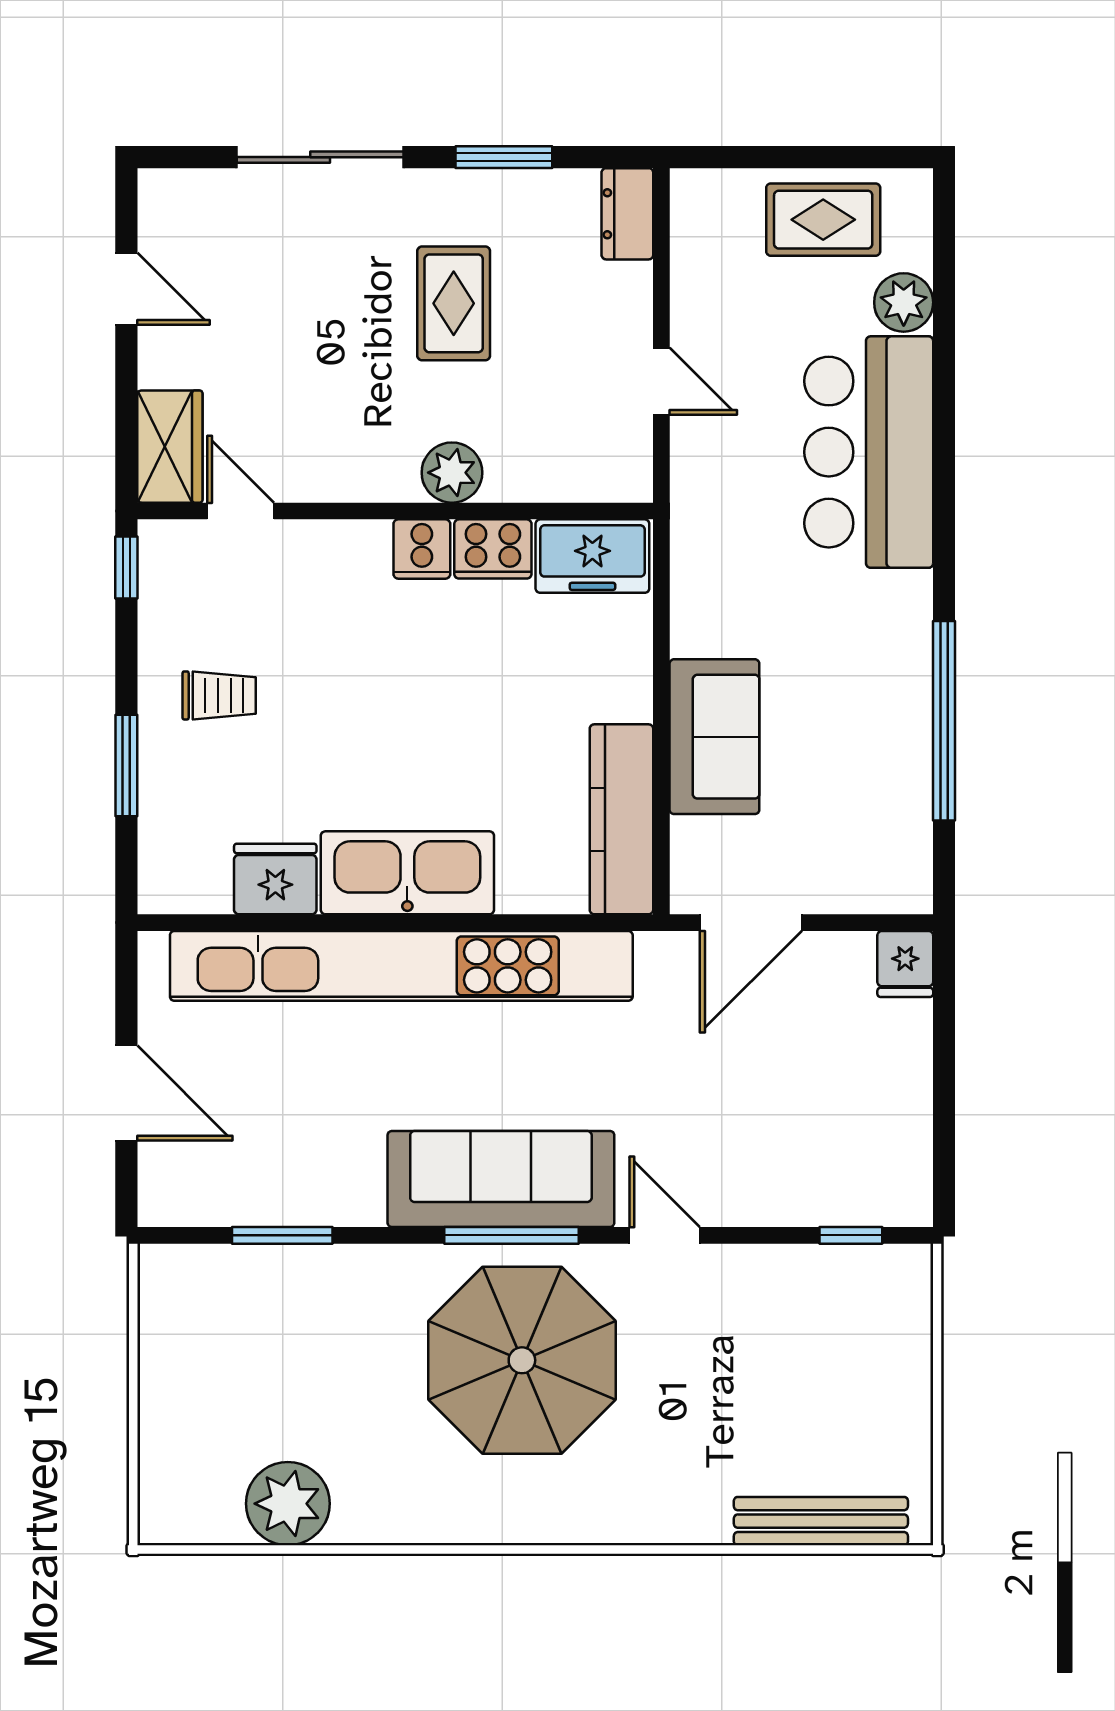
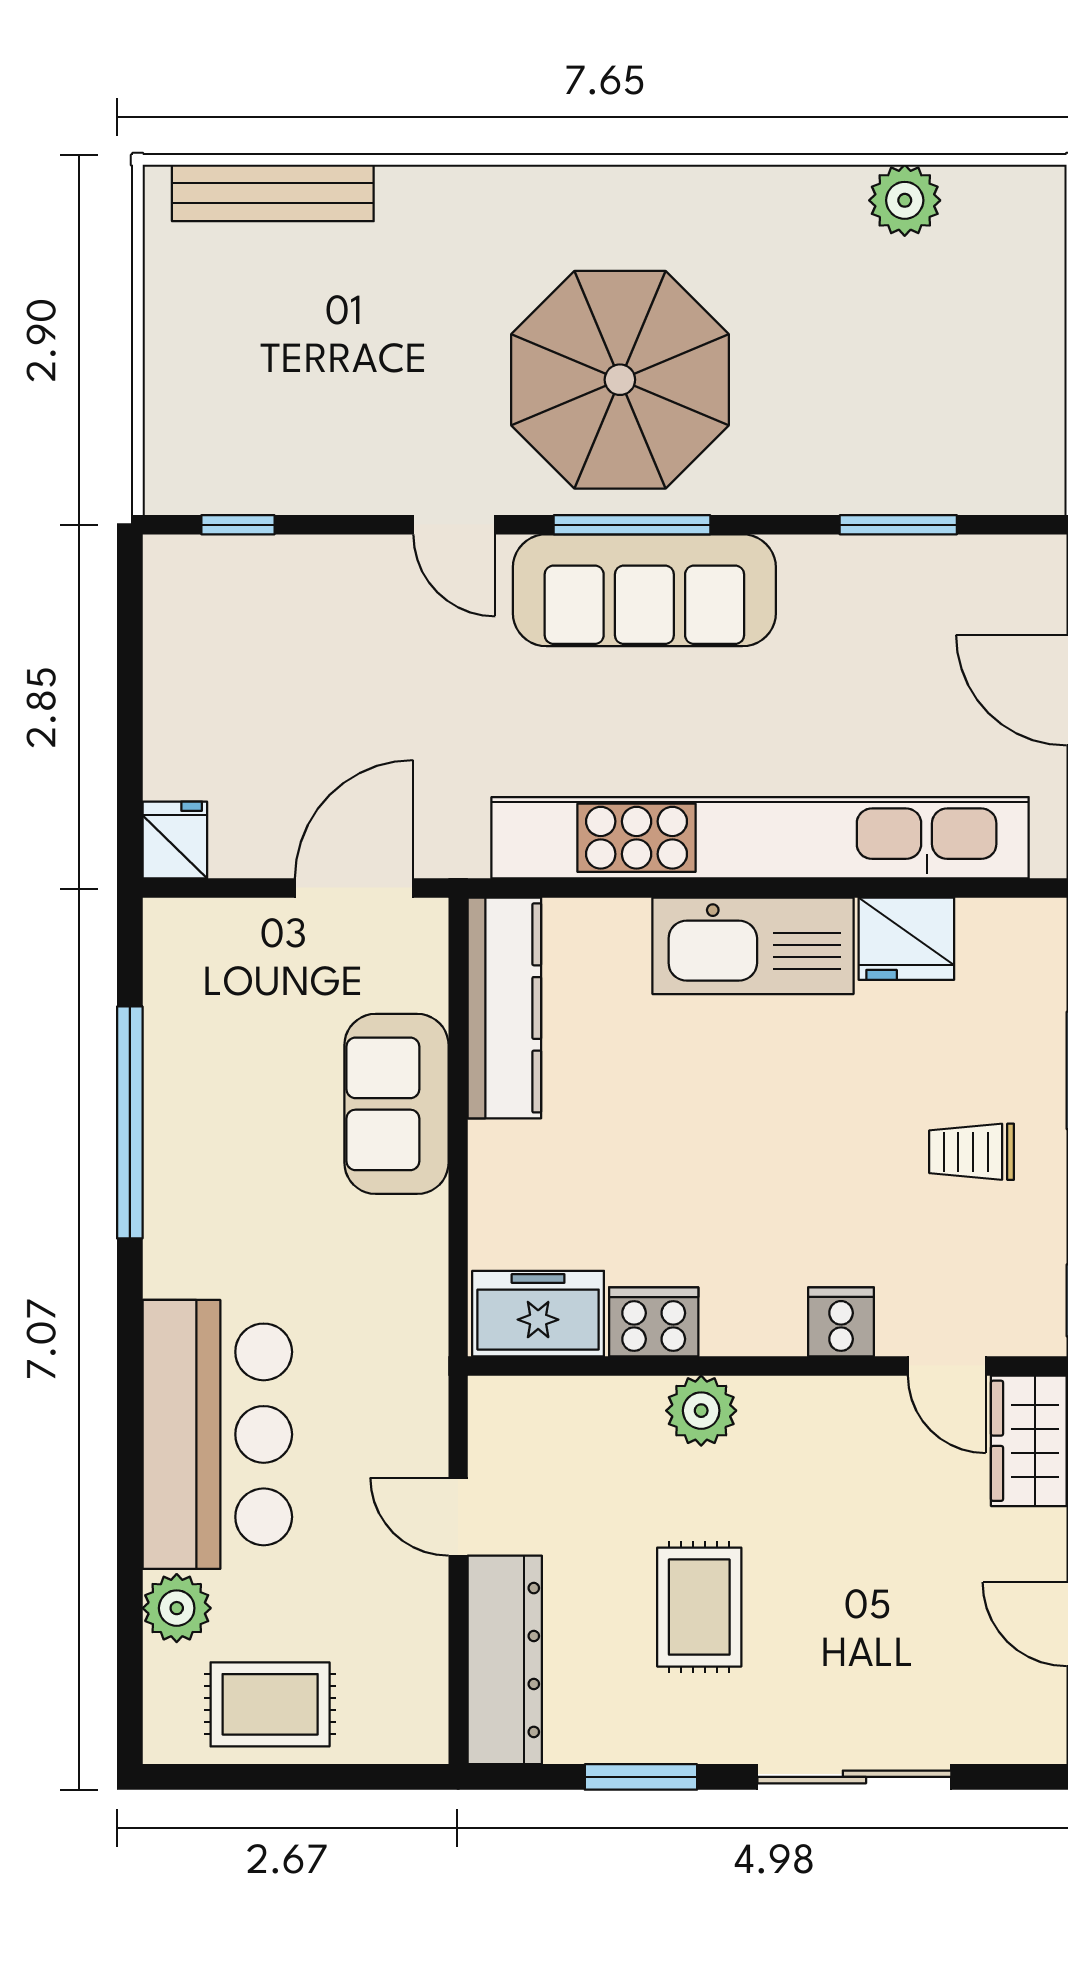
dresser: (627, 214) -> (505, 1660), width x1.96, depth x1.24
cooker: (422, 549) -> (841, 1322), moved
plant: (288, 1504) -> (905, 200), width x0.73, depth x0.73

